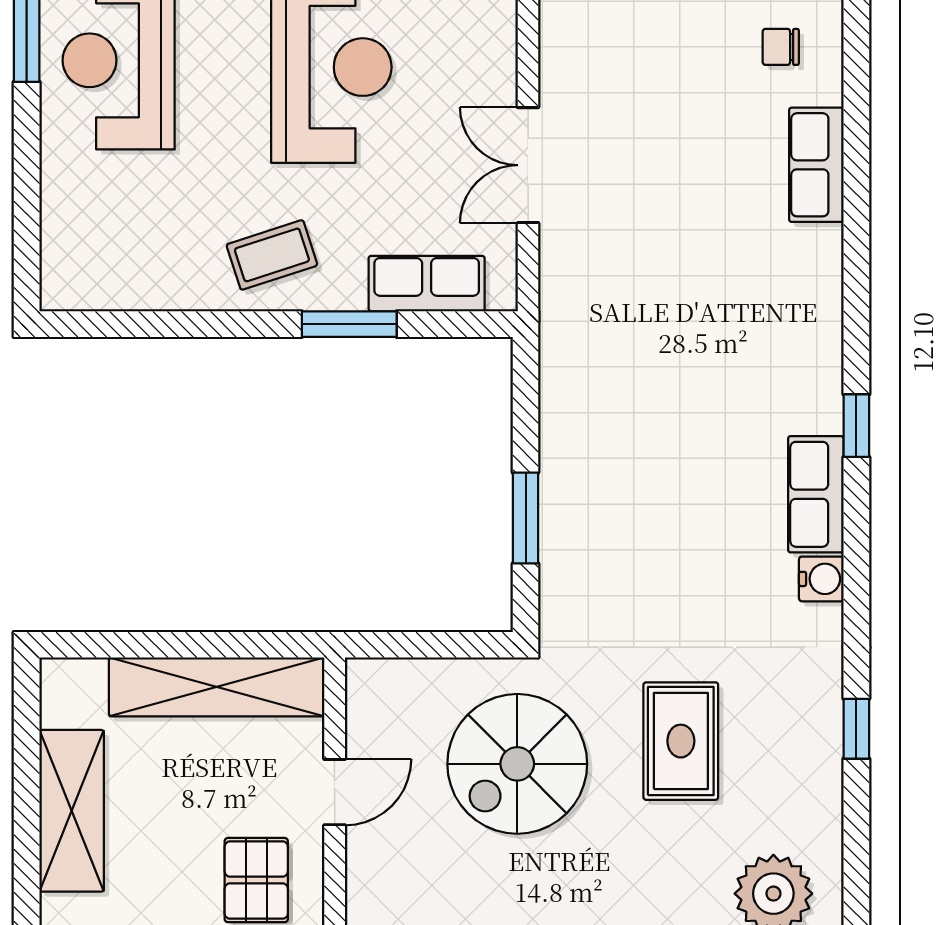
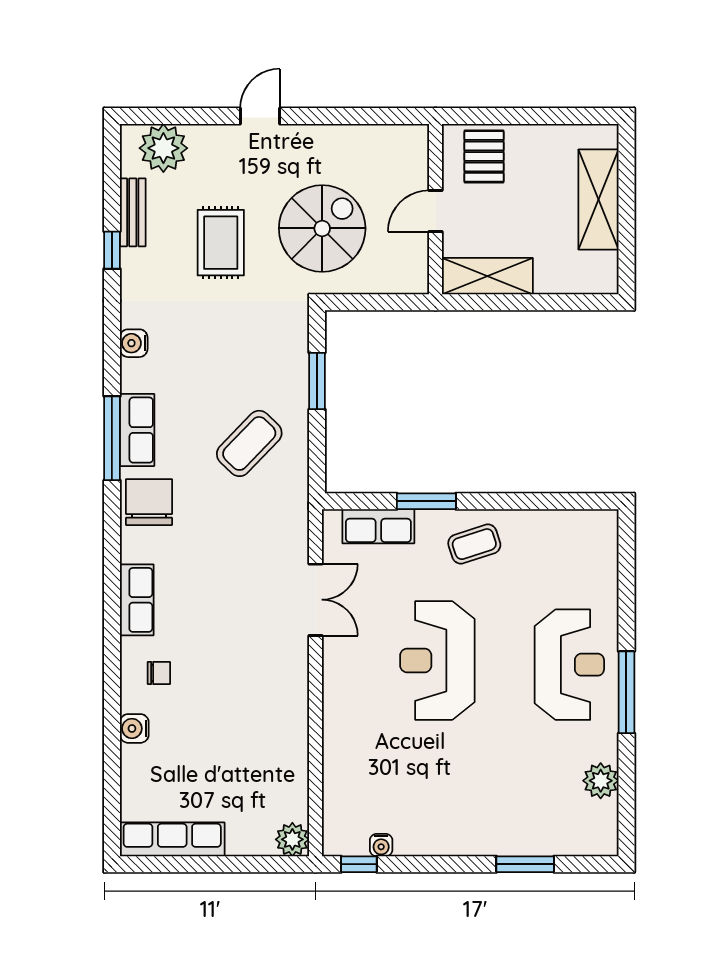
chair: (797, 323) -> (149, 502), added
coffee table: (635, 417) -> (249, 443), added
window: (856, 426) -> (112, 438), width x2.17
row of seats: (816, 494) -> (137, 430), moved
shelving: (217, 687) -> (487, 276), width x0.68
bench: (823, 790) -> (133, 212), added

